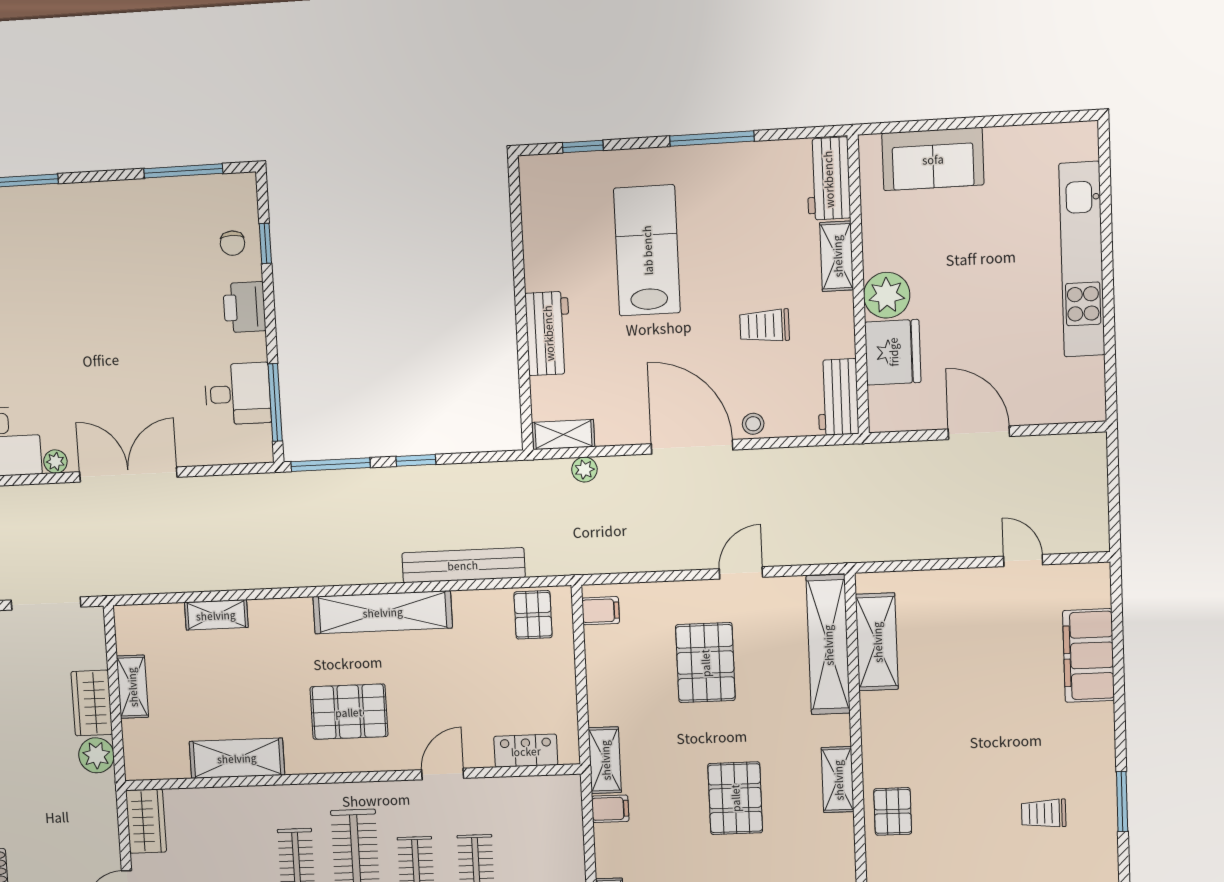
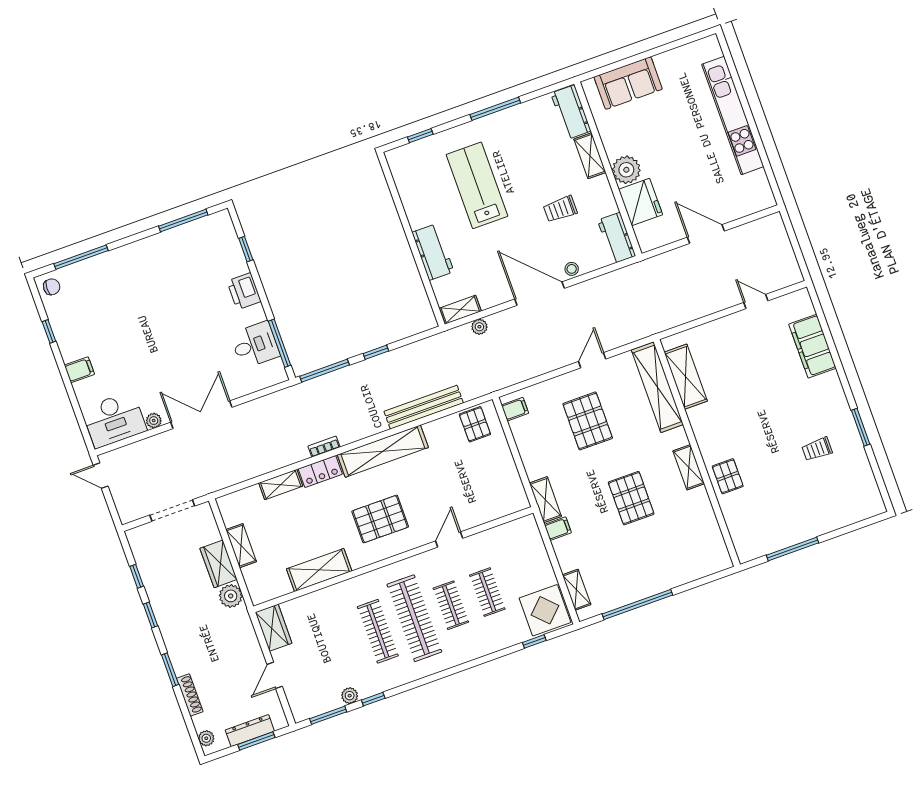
chair: (232, 243) -> (226, 255), removed
bookcase: (297, 578) -> (324, 447), added
locker: (526, 751) -> (320, 471), moved, turned 180

